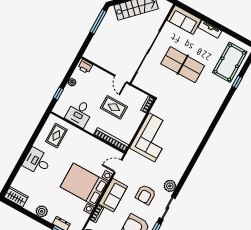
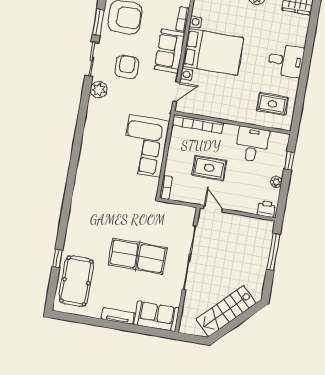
window: (98, 22) -> (273, 252), moved
rug: (56, 136) -> (272, 104), turned 90

